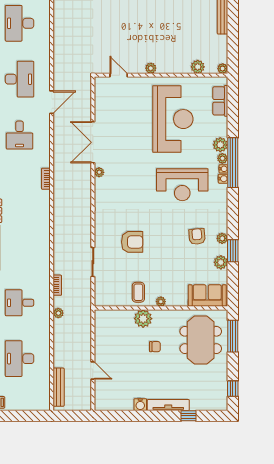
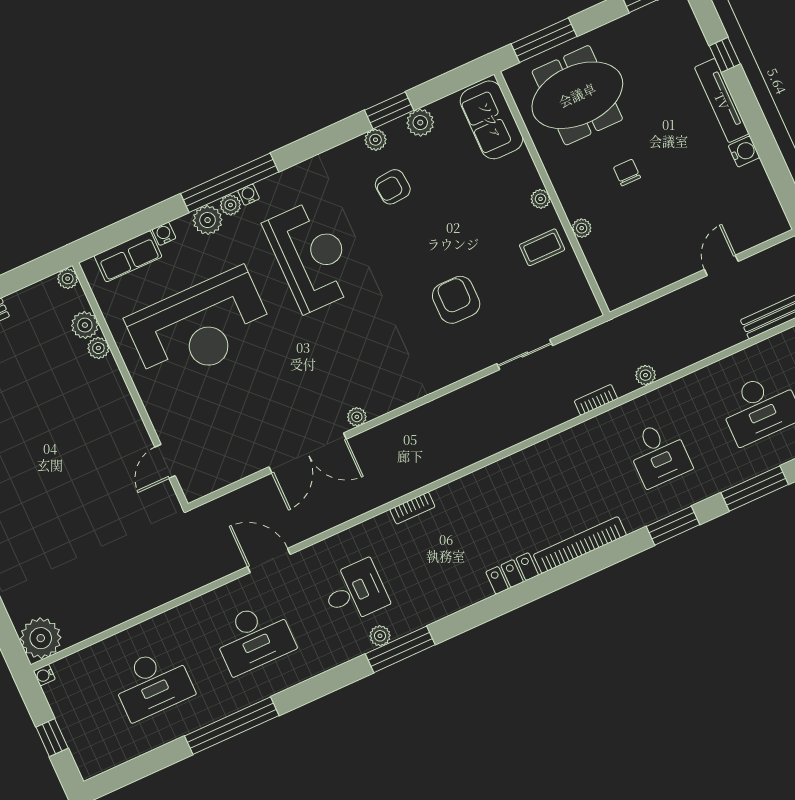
plant: (151, 68) -> (98, 348), moved
desk: (20, 79) -> (254, 638), turned 180
reception desk: (173, 119) -> (200, 327), turned 180
water cooler: (223, 179) -> (164, 234), moved
plant: (143, 319) -> (582, 228), width x0.53, depth x0.53

